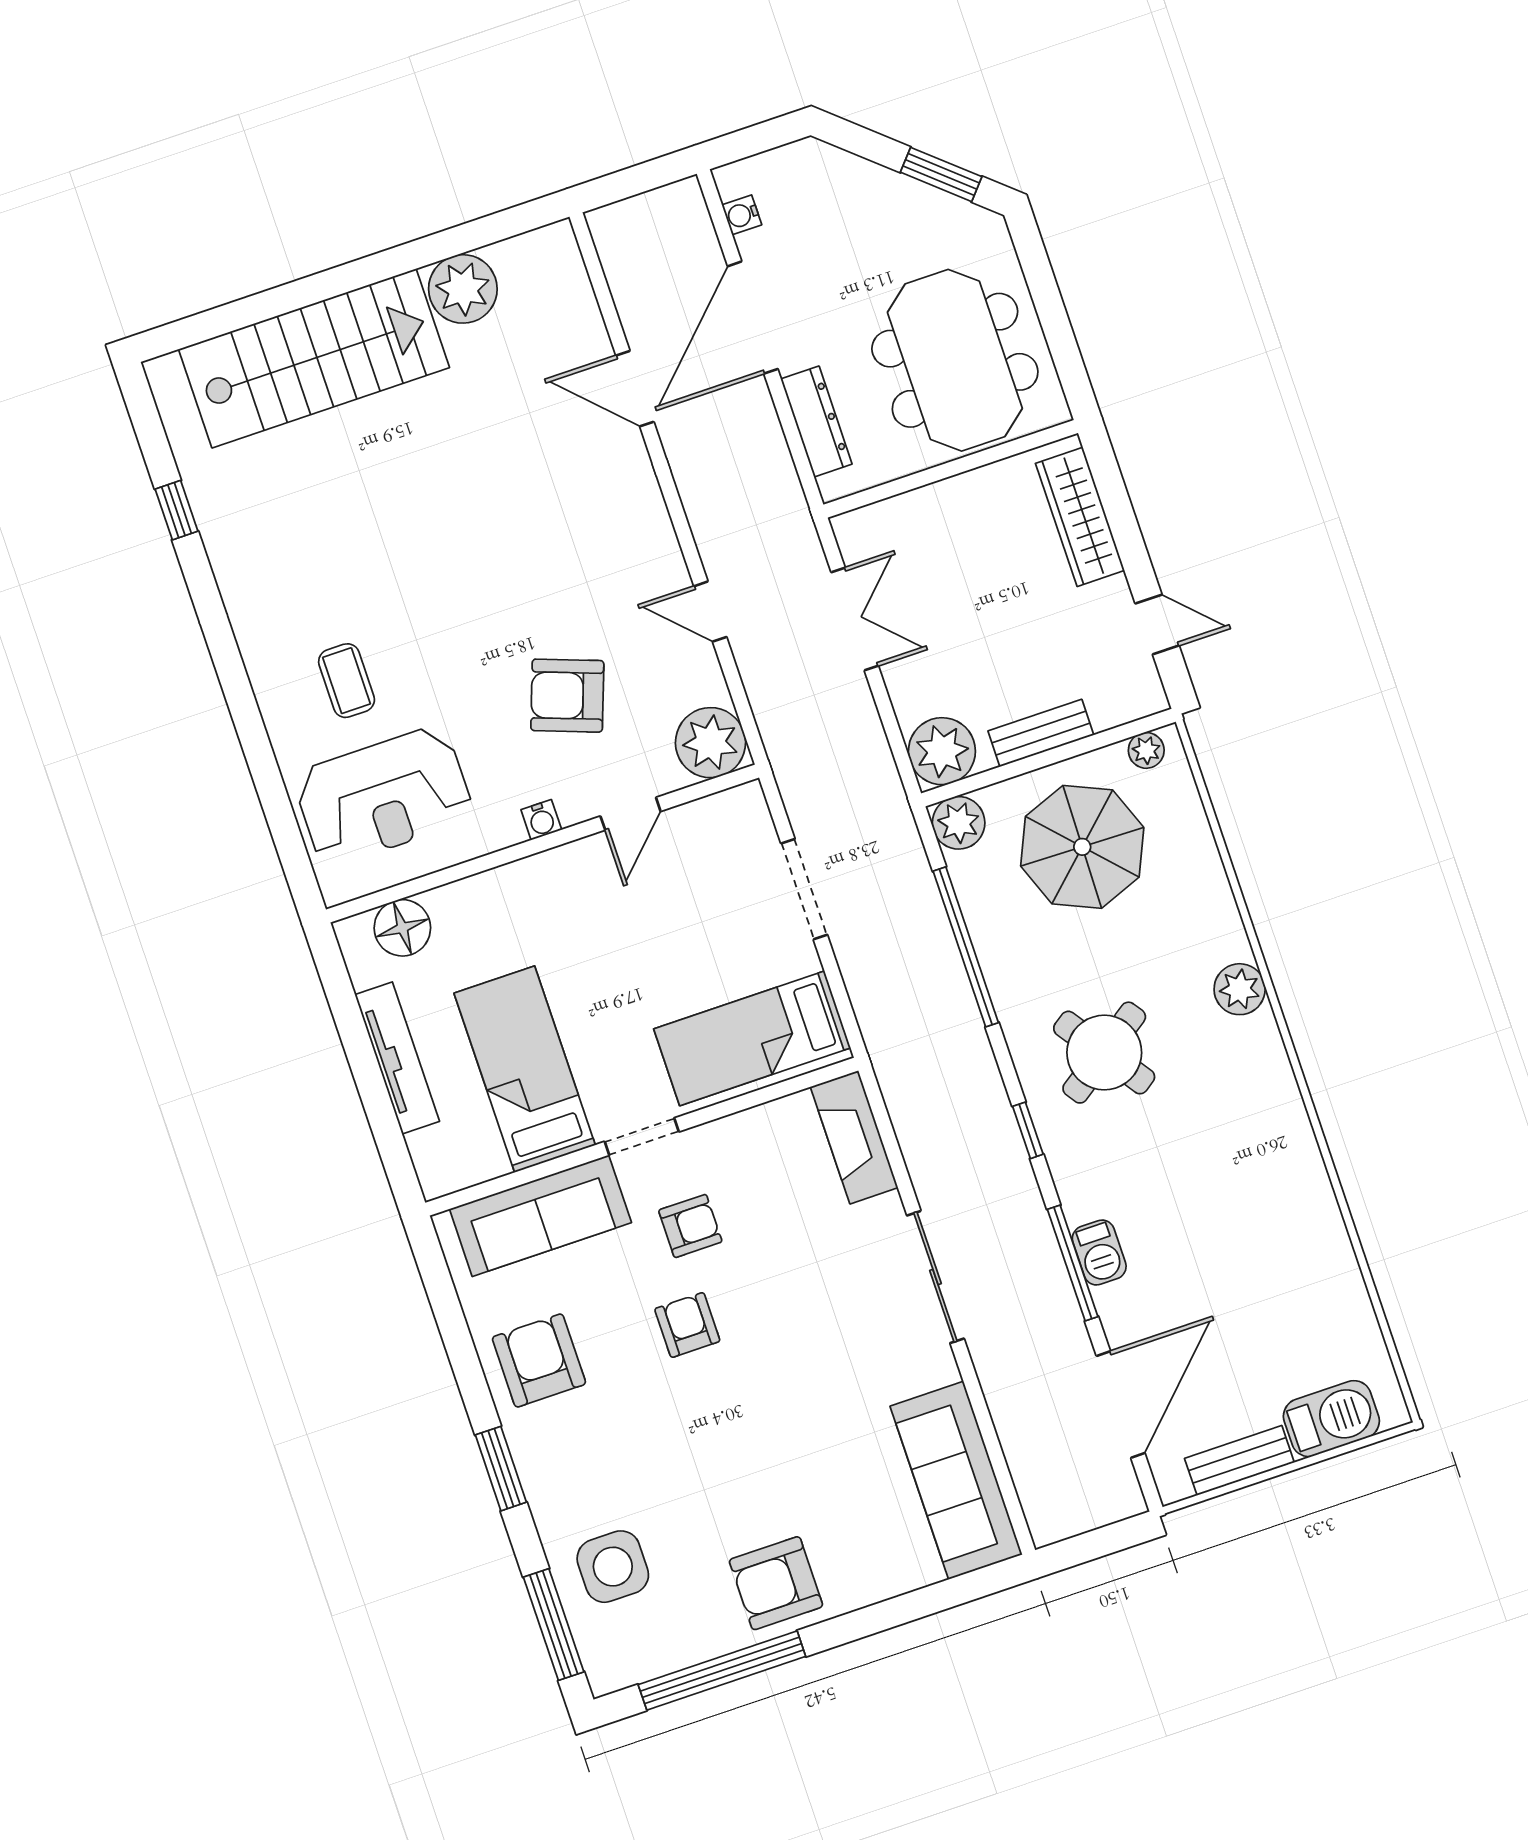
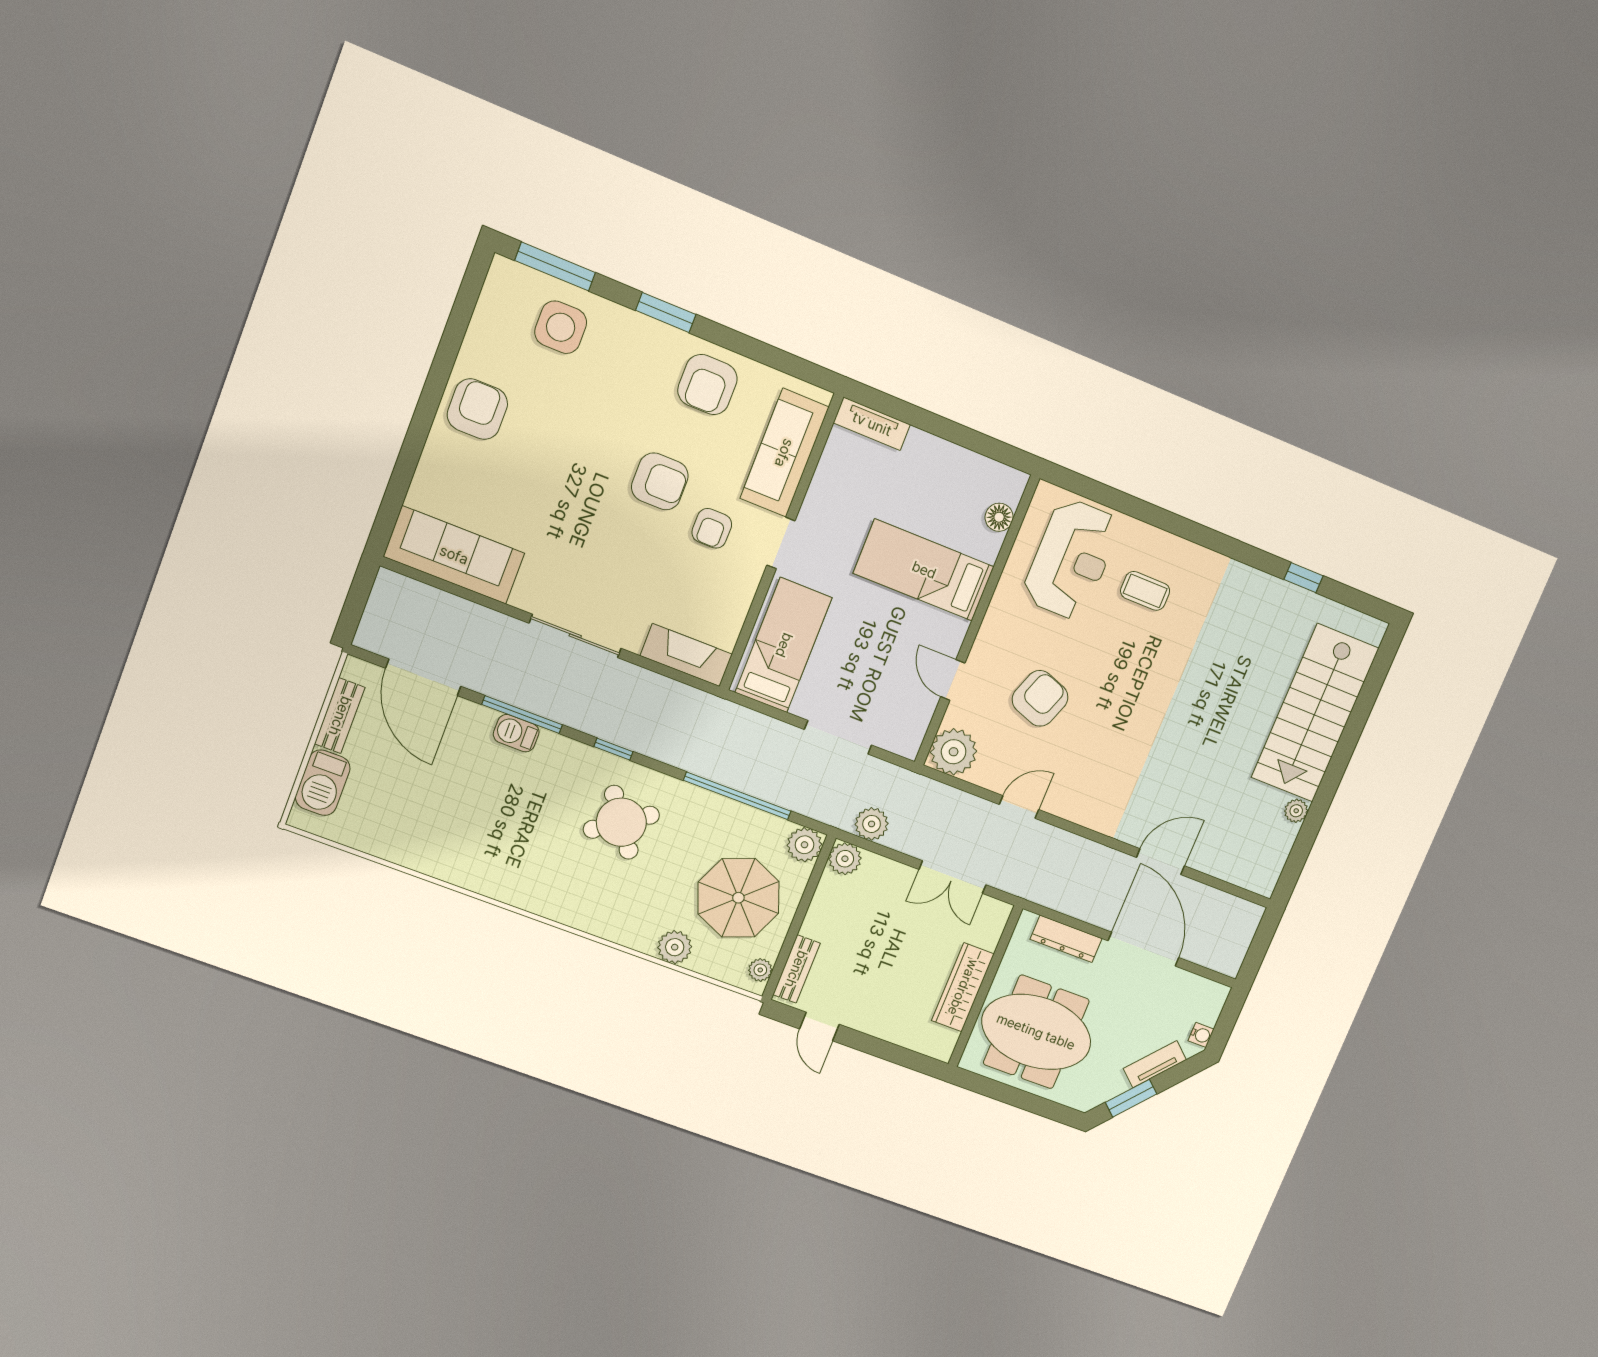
tv unit: (877, 182) -> (1155, 1064), added
water cooler: (742, 215) -> (1201, 1035), moved, turned 90
plant: (463, 289) -> (1296, 811), width x0.53, depth x0.53
wardrobe: (1080, 517) -> (963, 987), moved, turned -90
door: (1157, 624) -> (819, 1027), hinge flipped
bench: (1041, 733) -> (796, 969), moved
plant: (942, 751) -> (845, 859), width x0.73, depth x0.73
plant: (871, 766) -> (872, 824), added
reception desk: (383, 796) -> (1071, 559), turned 180
water cooler: (541, 820) -> (989, 631), removed
floor lamp: (402, 928) -> (999, 517), width x0.73, depth x0.73
plant: (1240, 989) -> (675, 947), moved
tv unit: (397, 1058) -> (872, 424), moved, width x0.71
bed: (525, 1069) -> (924, 570), moved, turned 180
armchair: (687, 1325) -> (660, 481), width x1.38, depth x1.38
armchair: (539, 1361) -> (707, 385), turned 90
window: (722, 1670) -> (453, 338), removed

